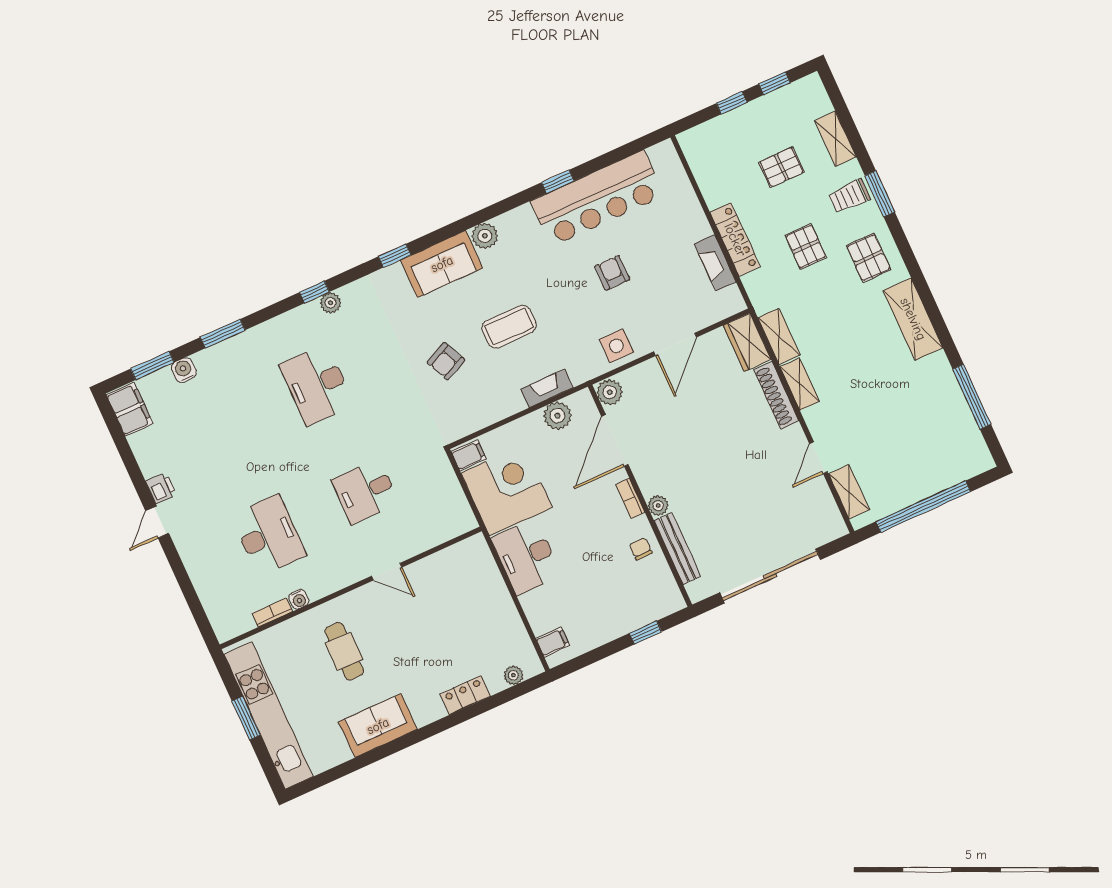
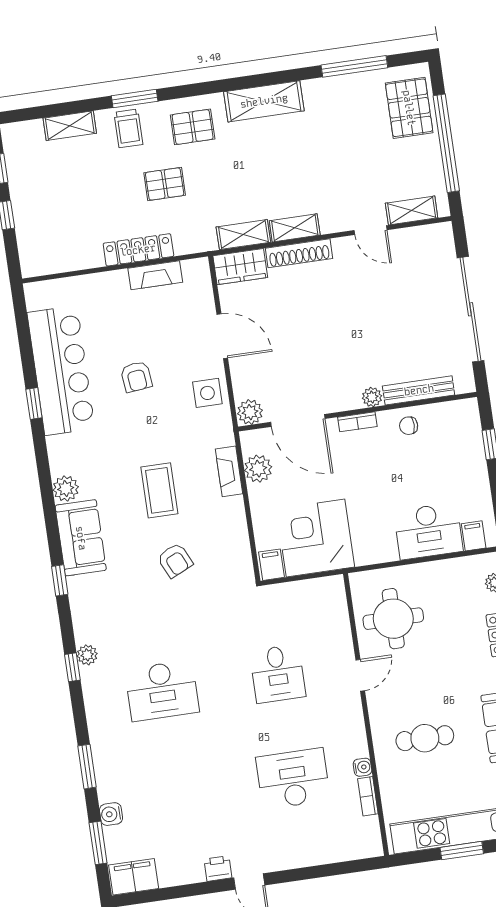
pallet: (781, 167) -> (409, 108), moved, width x1.50, depth x1.42
armchair: (612, 273) -> (136, 377), turned -96
desk: (526, 557) -> (428, 531), moved
round table: (451, 588) -> (393, 619), added

